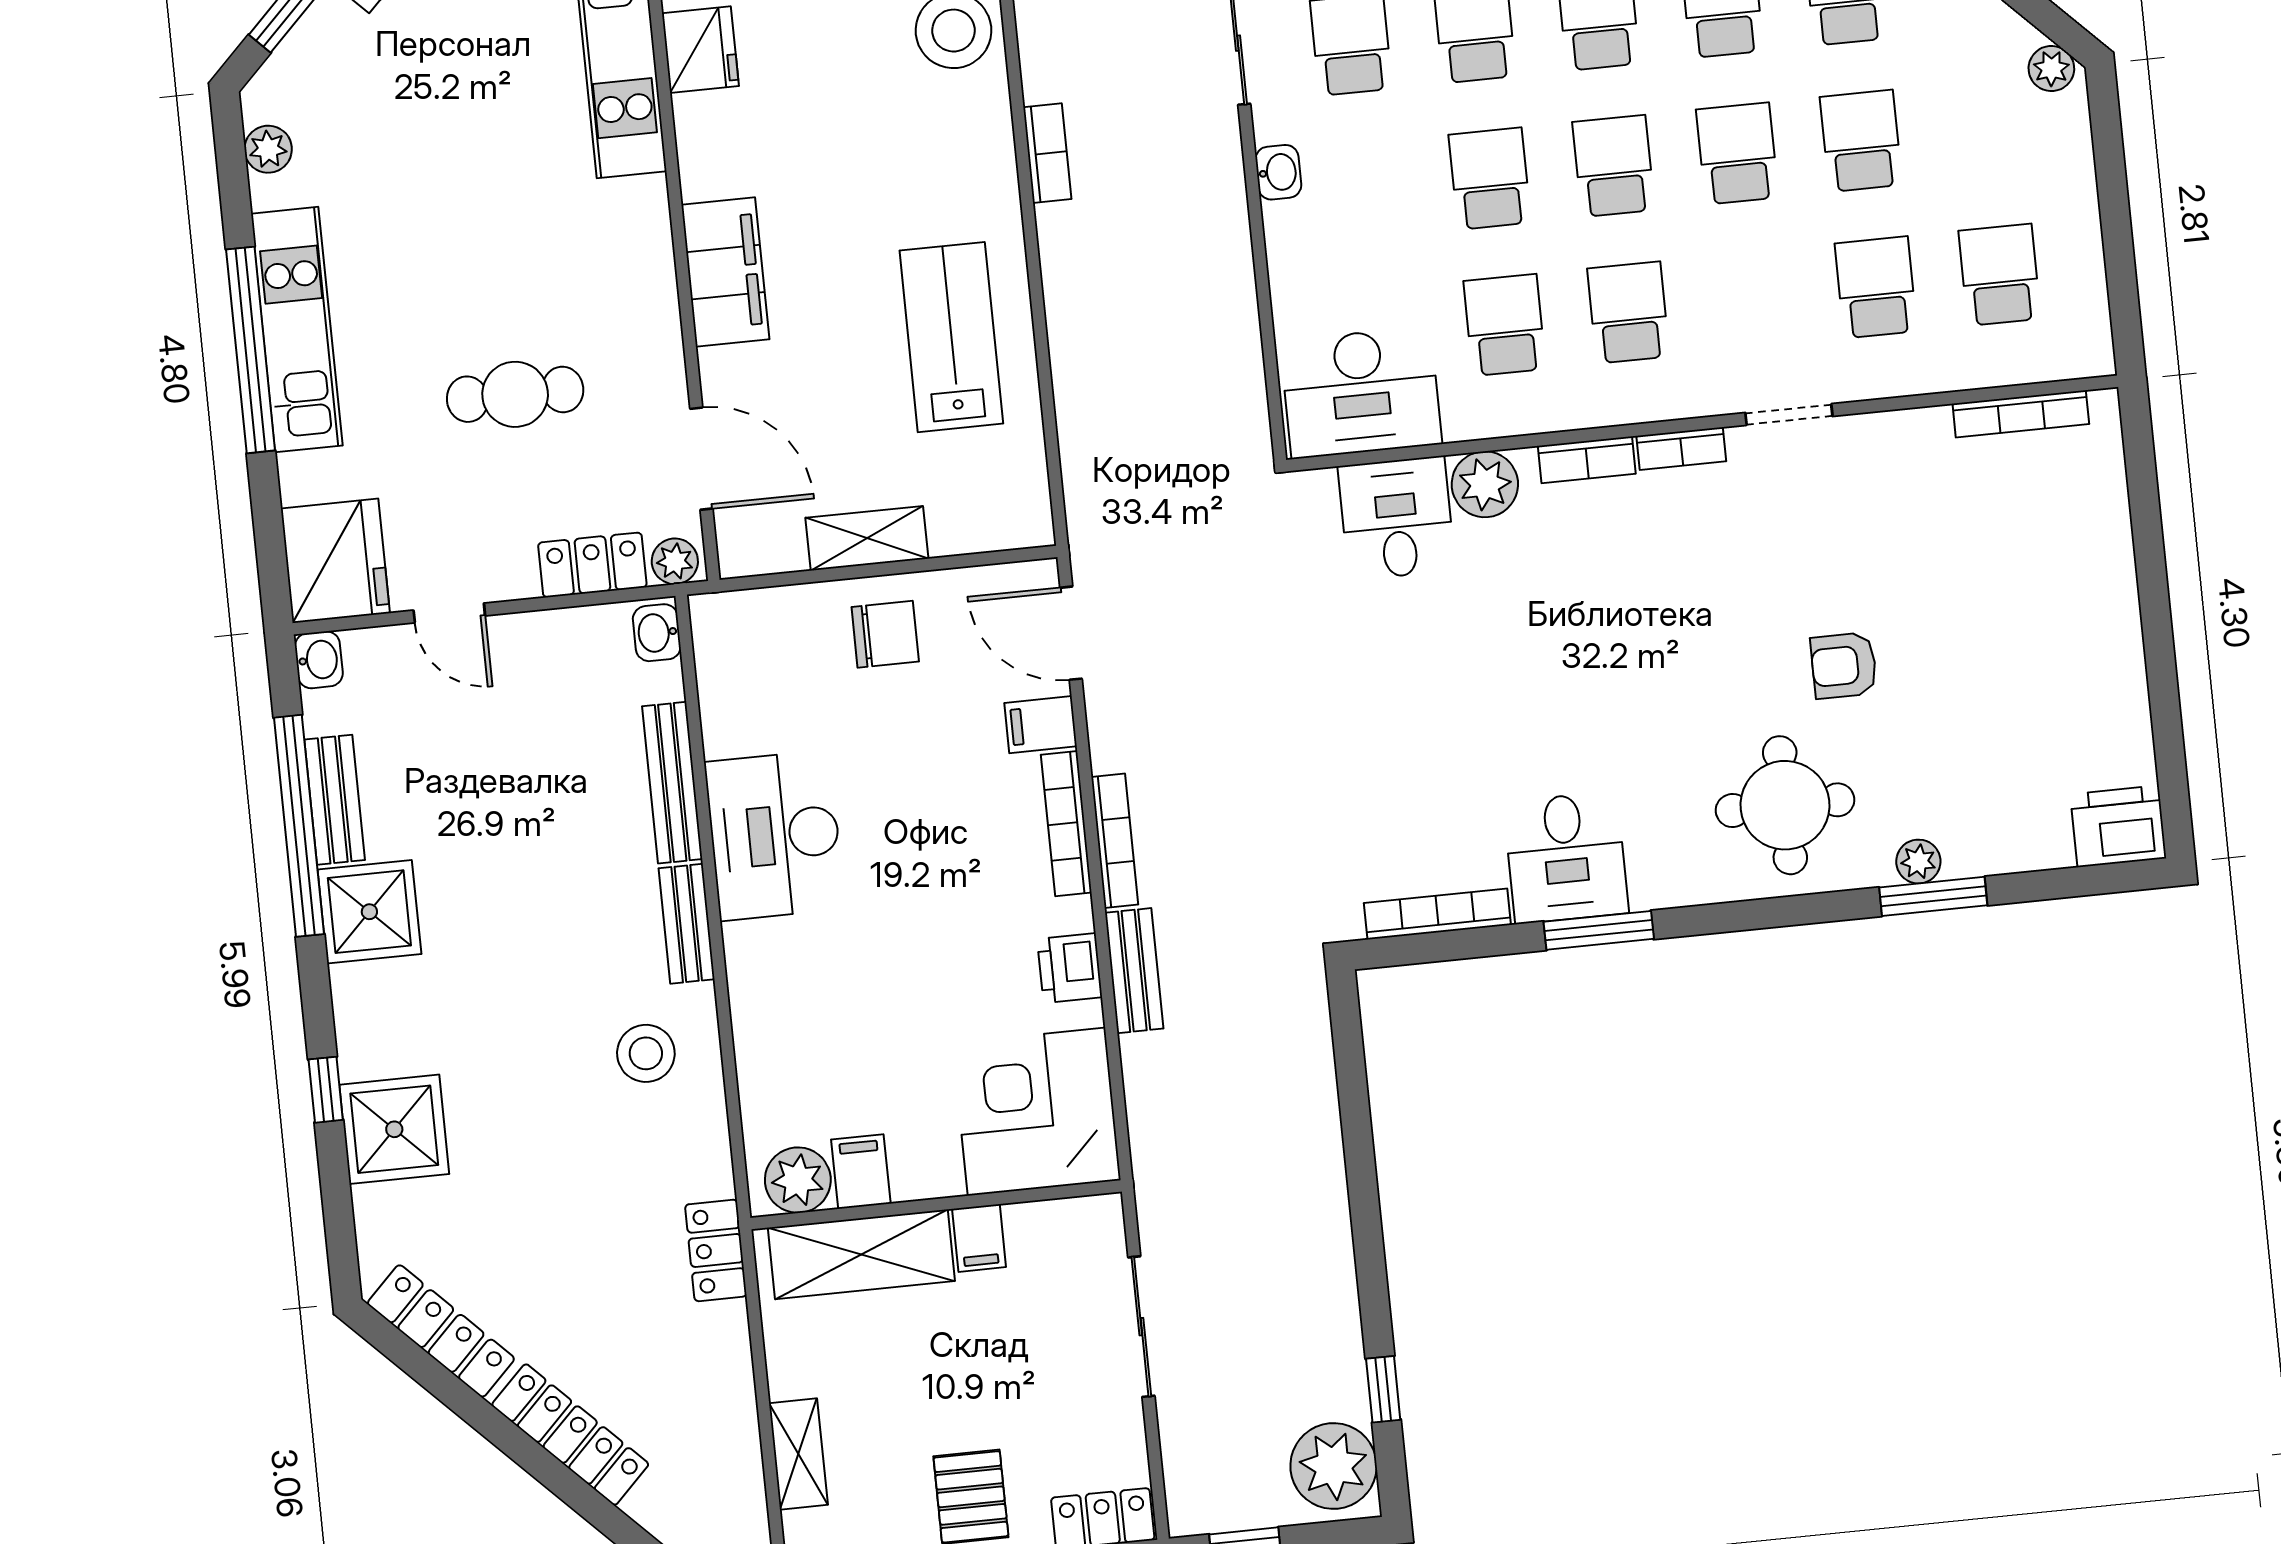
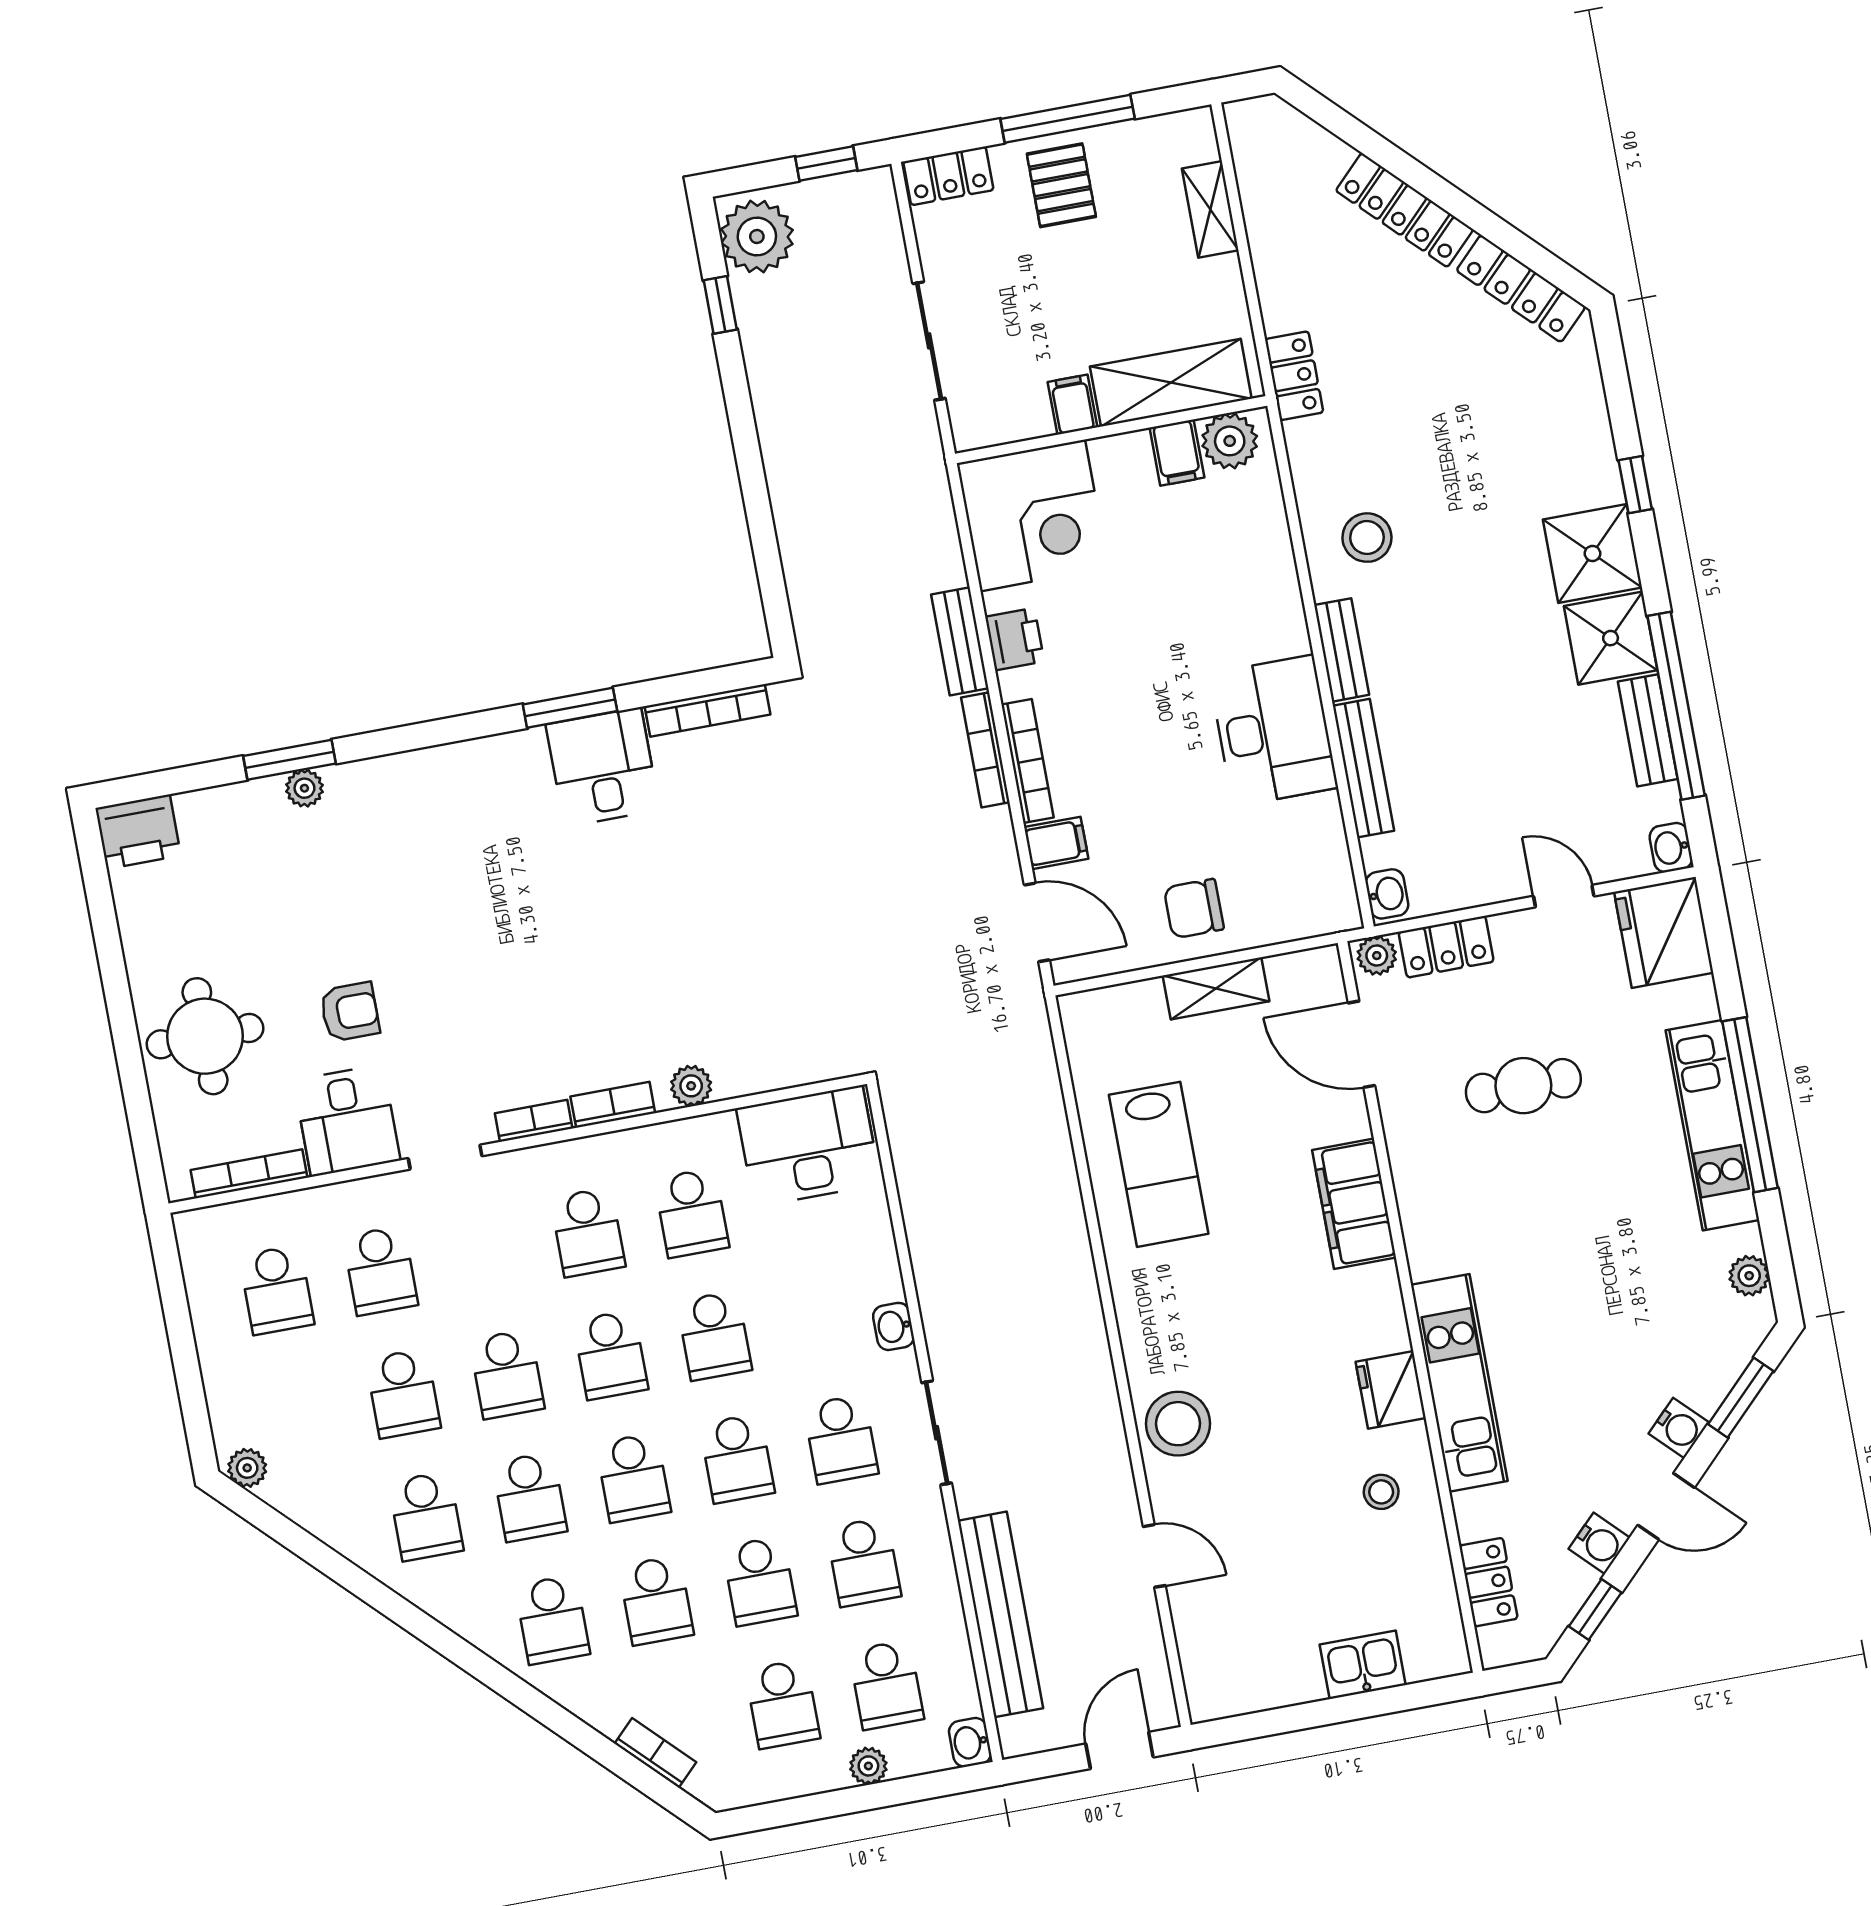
bookcase: (1047, 153) -> (1090, 1327), removed
plant: (1485, 484) -> (691, 1086), width x0.73, depth x0.73
desk: (1397, 518) -> (347, 1121), moved
armchair: (1844, 666) -> (350, 1012), moved
round table: (1785, 805) -> (205, 1036), moved
shower: (394, 1129) -> (1593, 553), moved

